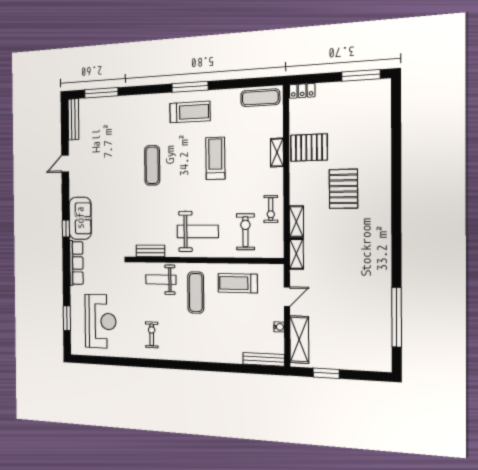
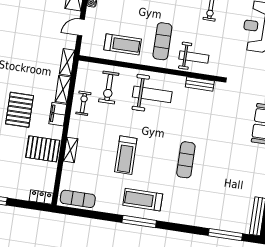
filing cabinet: (298, 191) -> (58, 114), added
weight bench: (198, 231) -> (152, 94), turned 180

